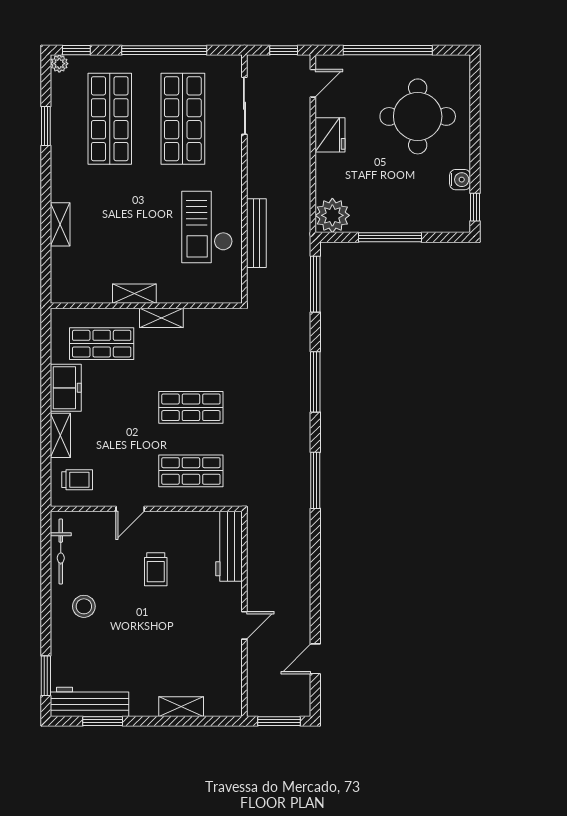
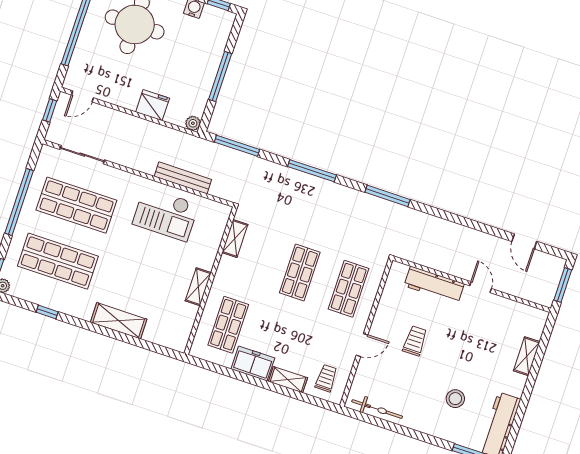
door: (313, 83) -> (82, 96), swing flipped
window: (46, 126) -> (47, 312), width x0.67
fridge: (330, 135) -> (153, 105), moved
plant: (332, 215) -> (193, 123), width x0.53, depth x0.53
shelving: (60, 224) -> (119, 321), width x1.50, depth x1.33
shelving: (161, 318) -> (235, 238), moved
door: (130, 509) -> (362, 345), hinge flipped
workbench: (229, 546) -> (434, 285), moved
trolley: (156, 569) -> (415, 341), turned -90
stool: (84, 606) -> (455, 399), moved
window: (103, 721) -> (518, 420), removed

